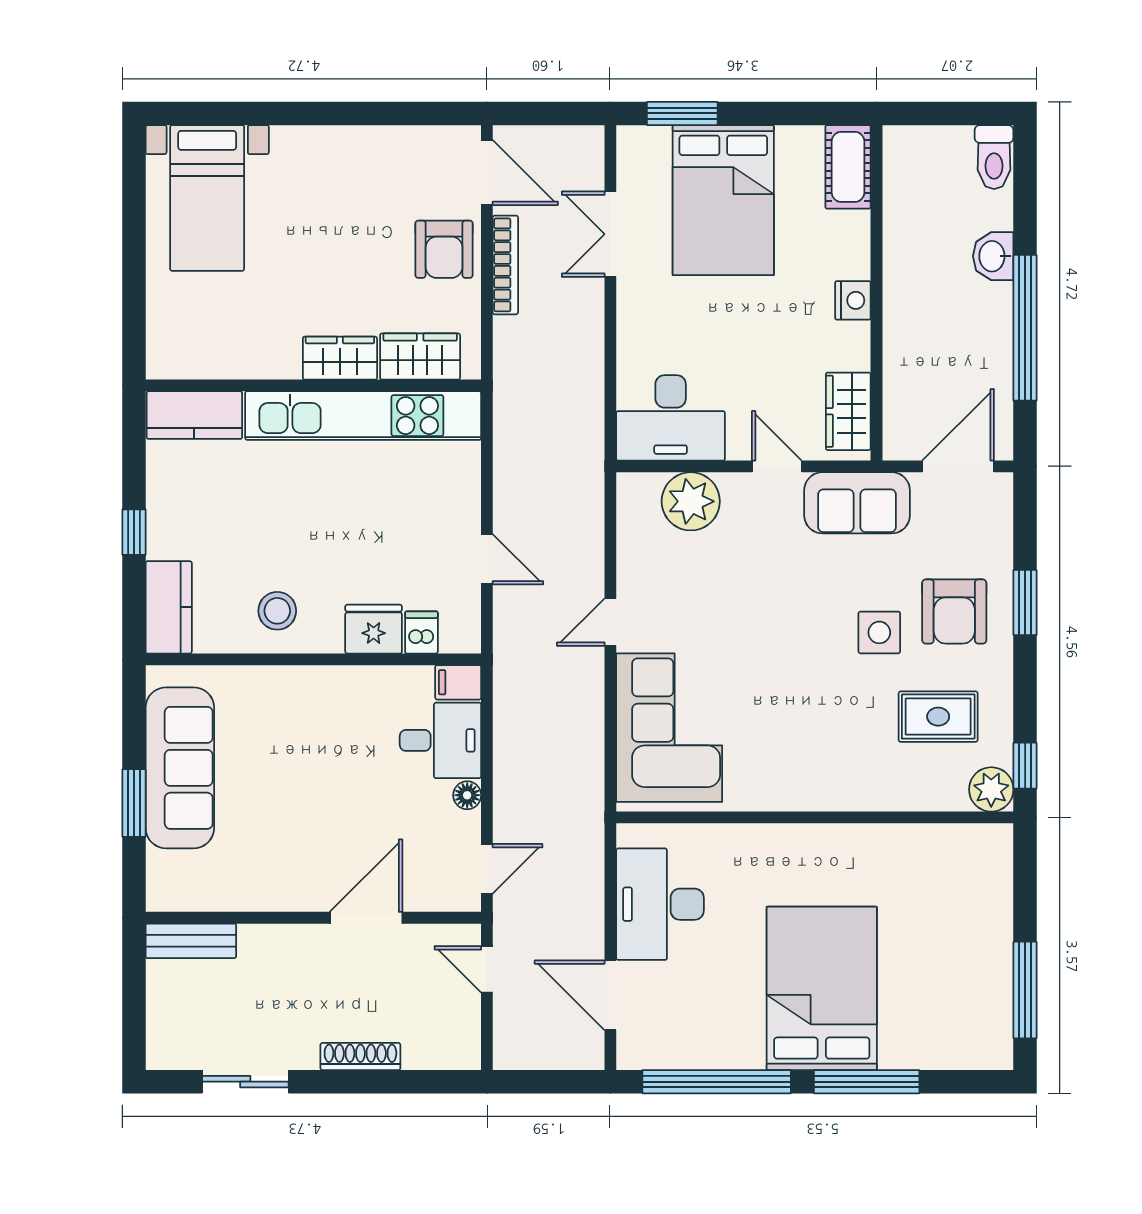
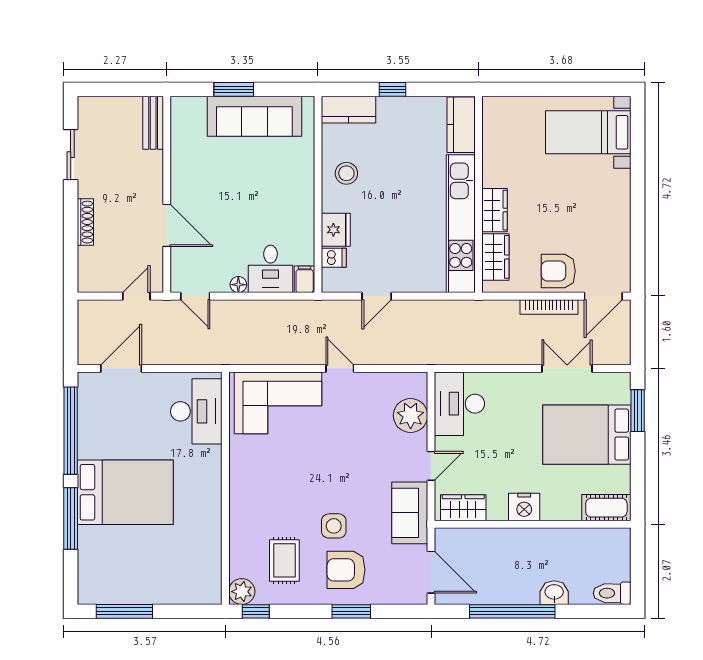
nightstand: (853, 300) -> (524, 507), width x1.36, depth x1.33
desk: (660, 904) -> (196, 411), moved, turned 90

